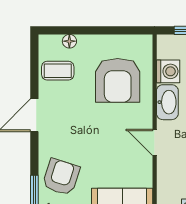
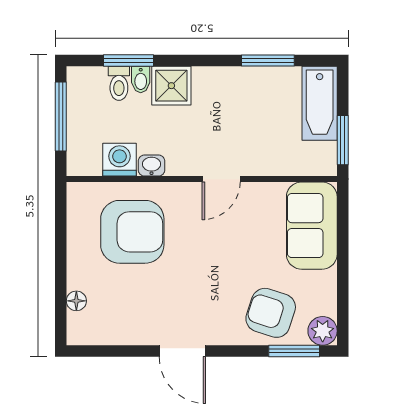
coffee table: (58, 71) -> (118, 318), removed
washbasin: (167, 102) -> (151, 166), width x0.52, depth x0.69

